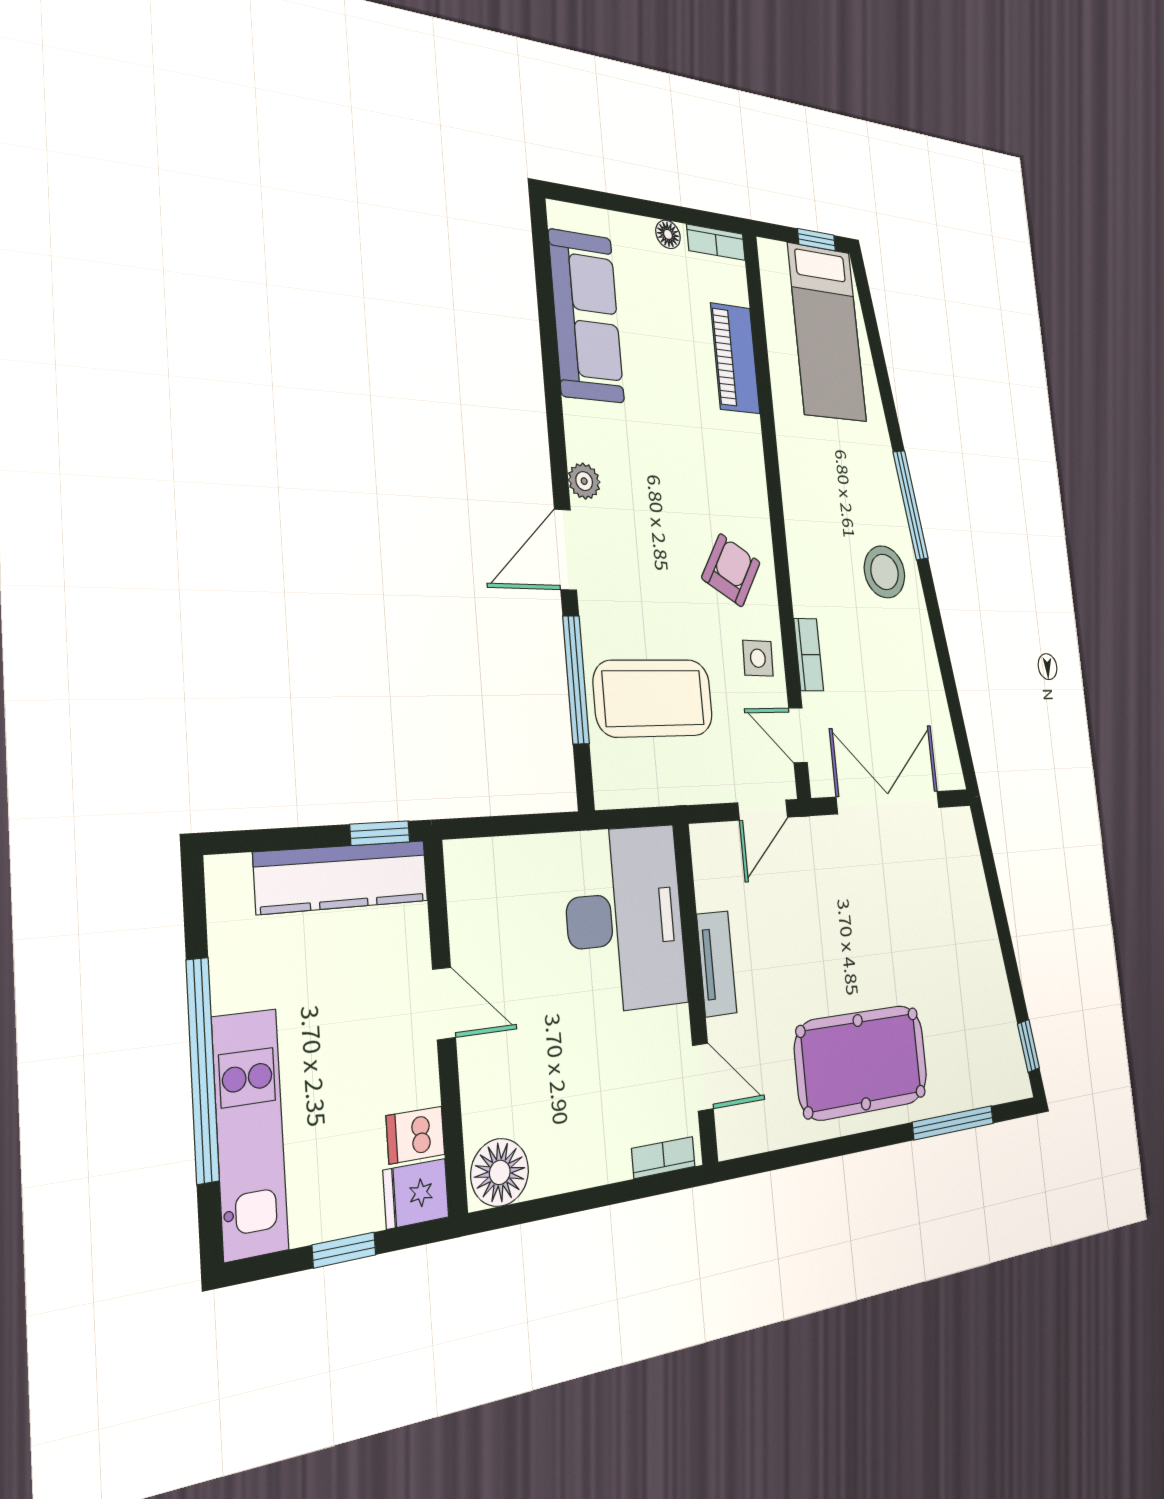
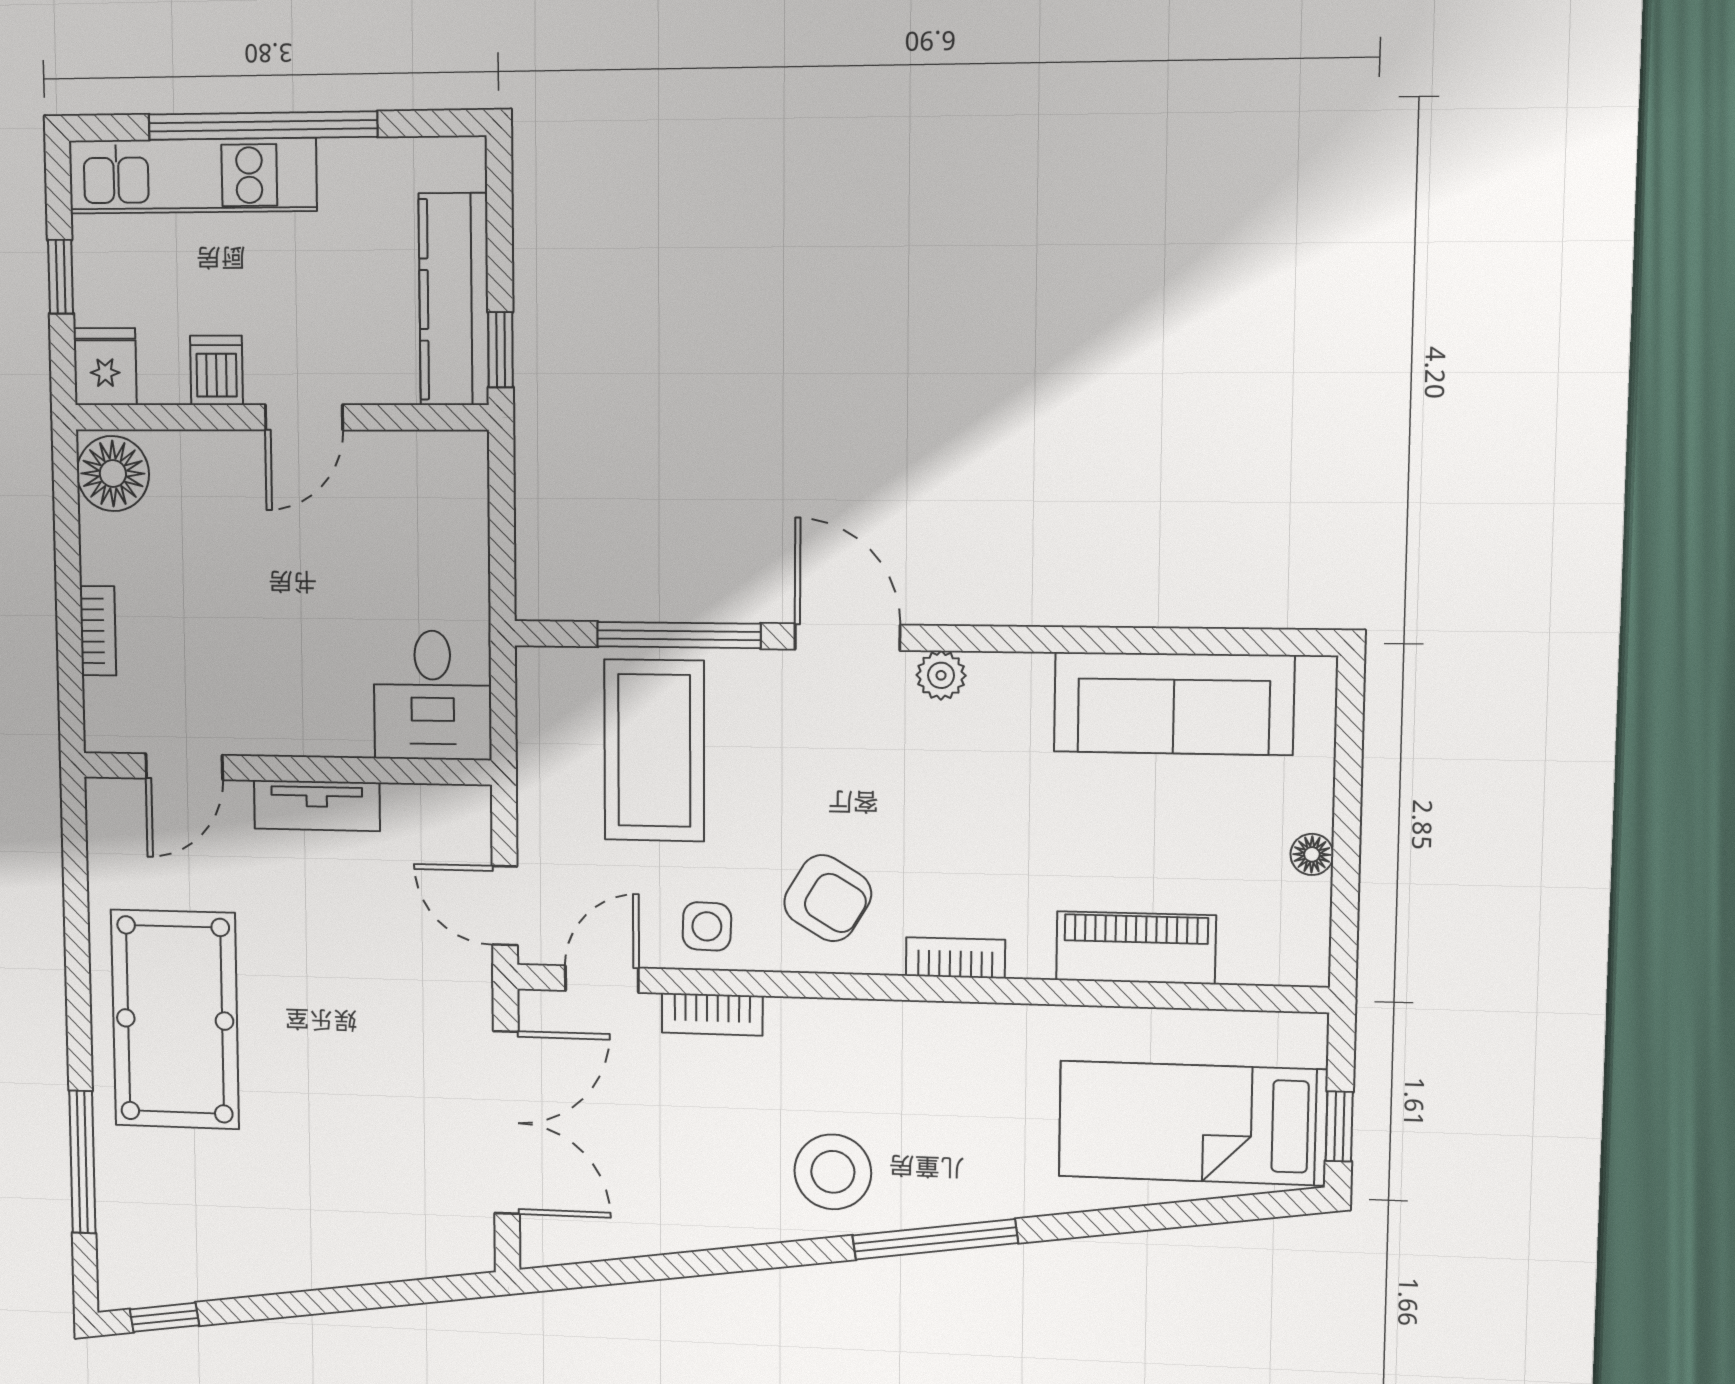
bookcase: (716, 242) -> (955, 958), moved, turned 90
desk: (625, 918) -> (433, 695), width x0.53, depth x0.77
dishwasher: (415, 1135) -> (217, 370), moved
bookcase: (664, 1158) -> (98, 631), moved

